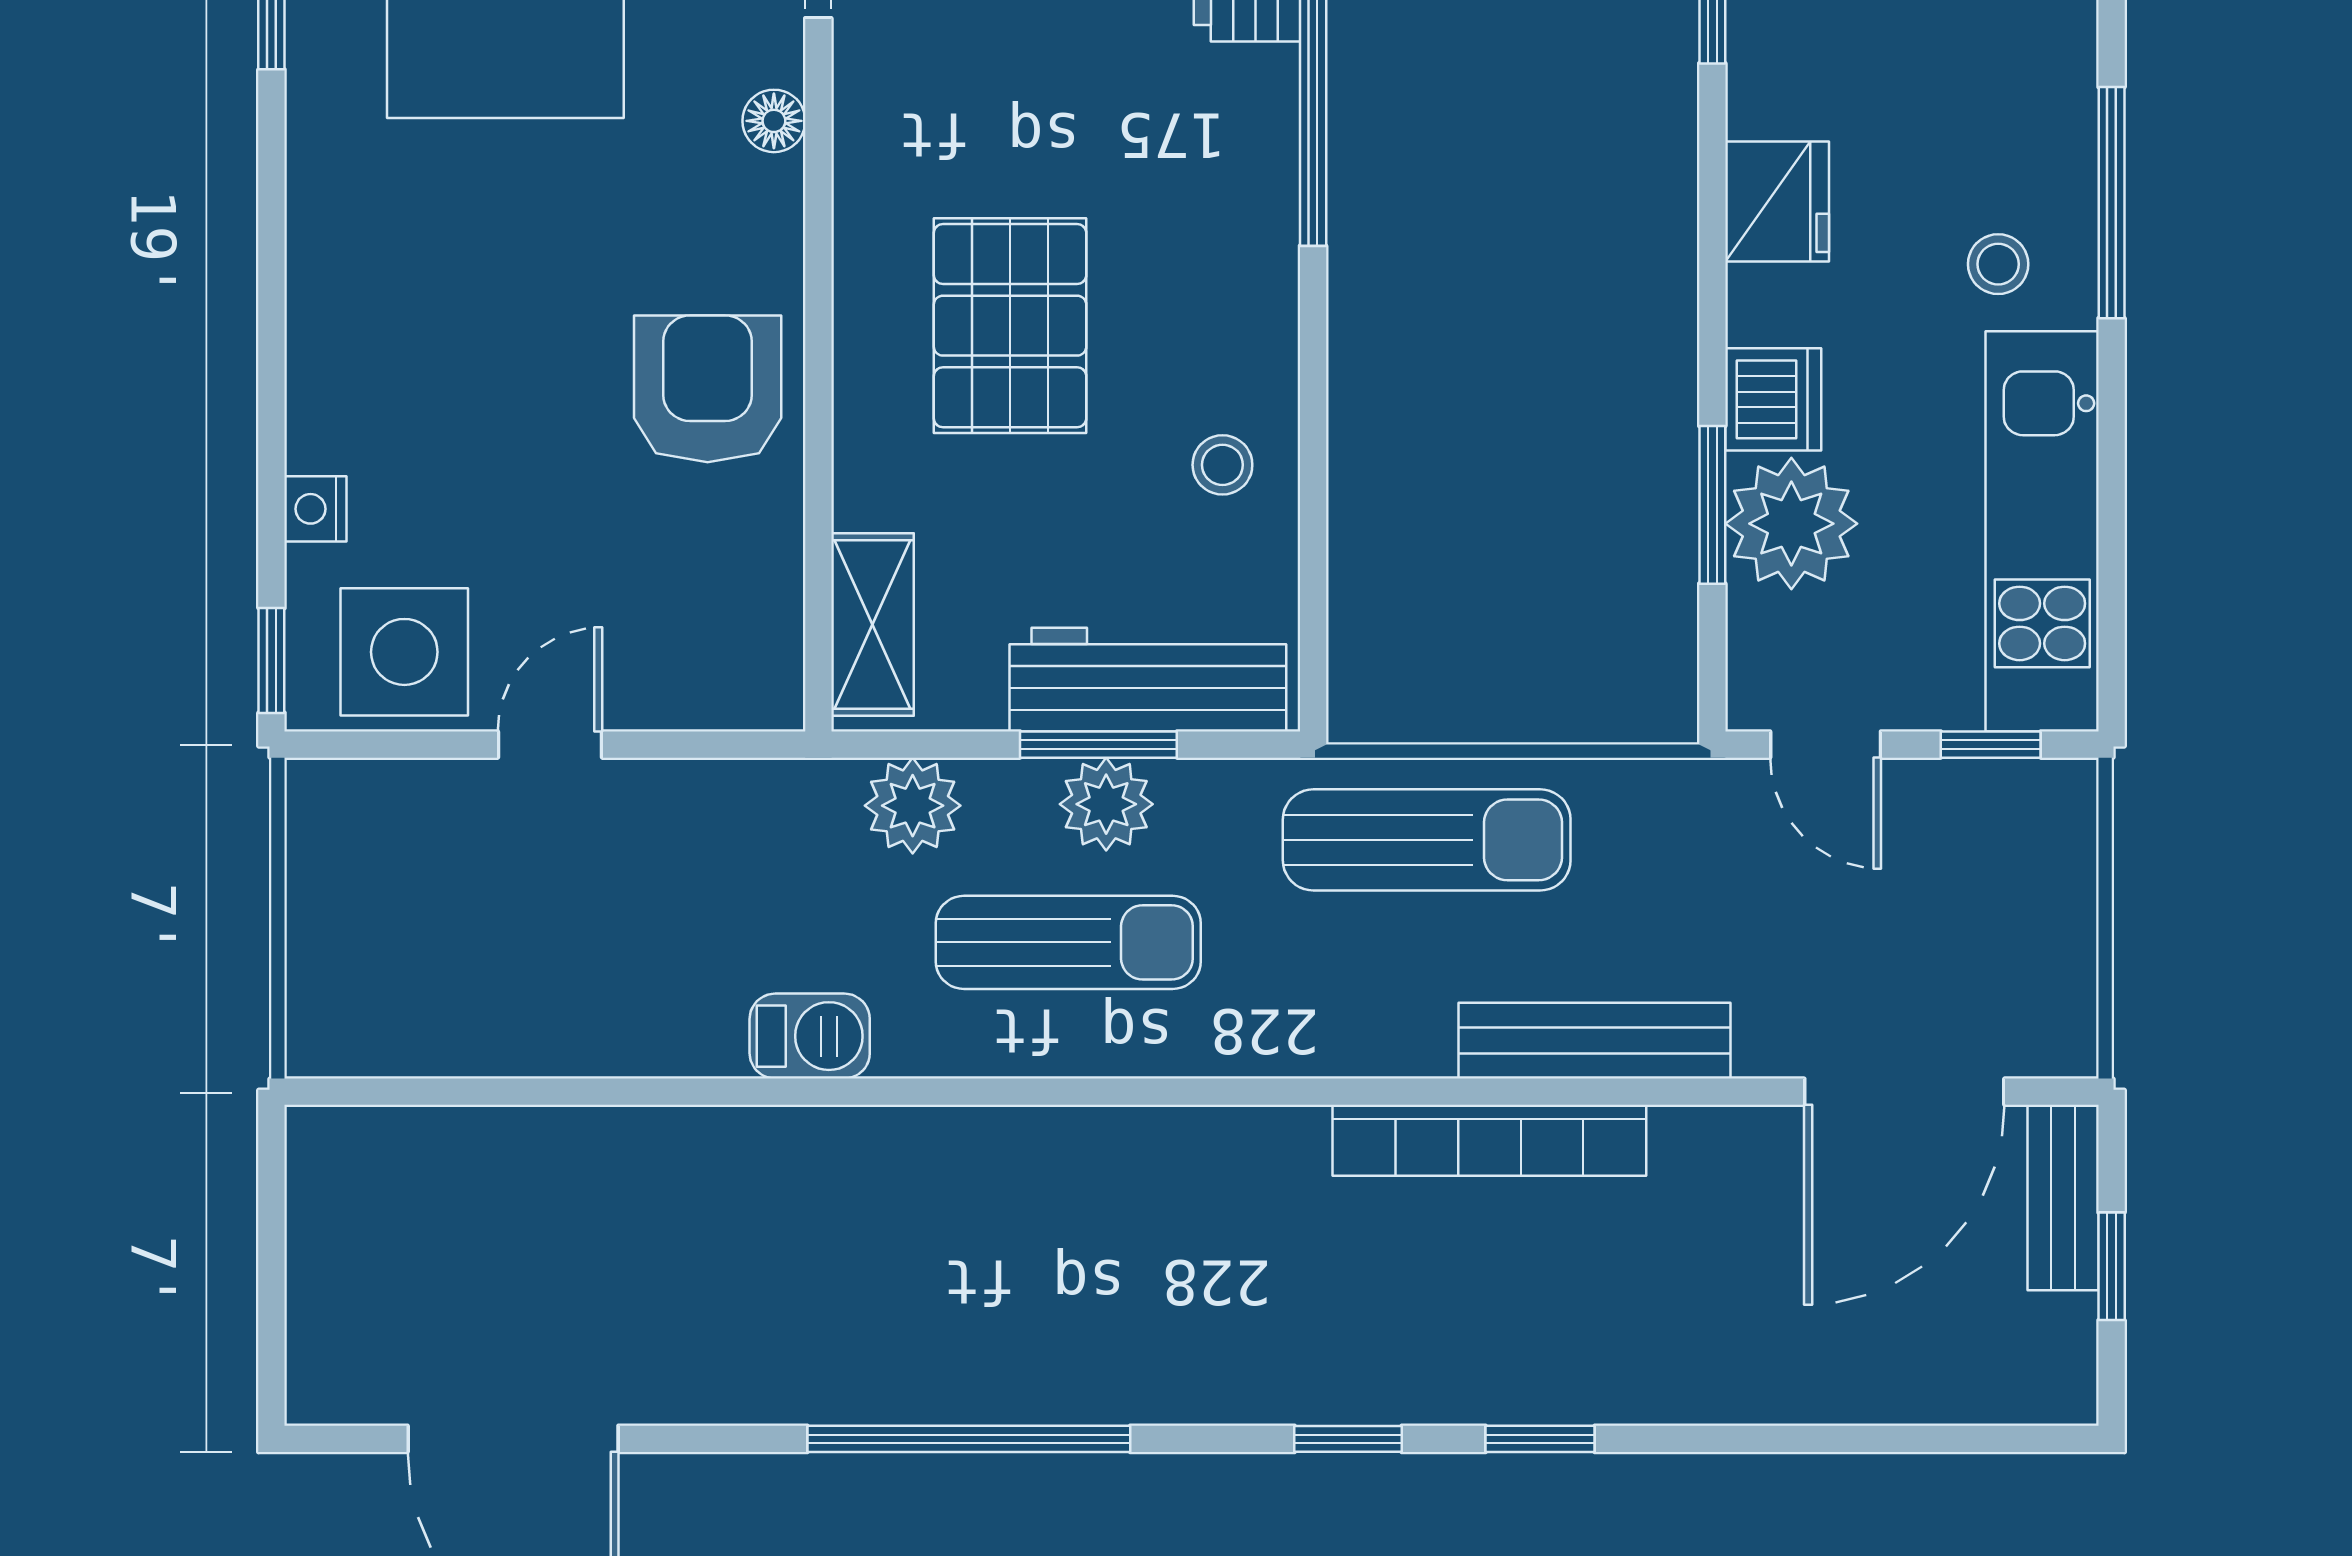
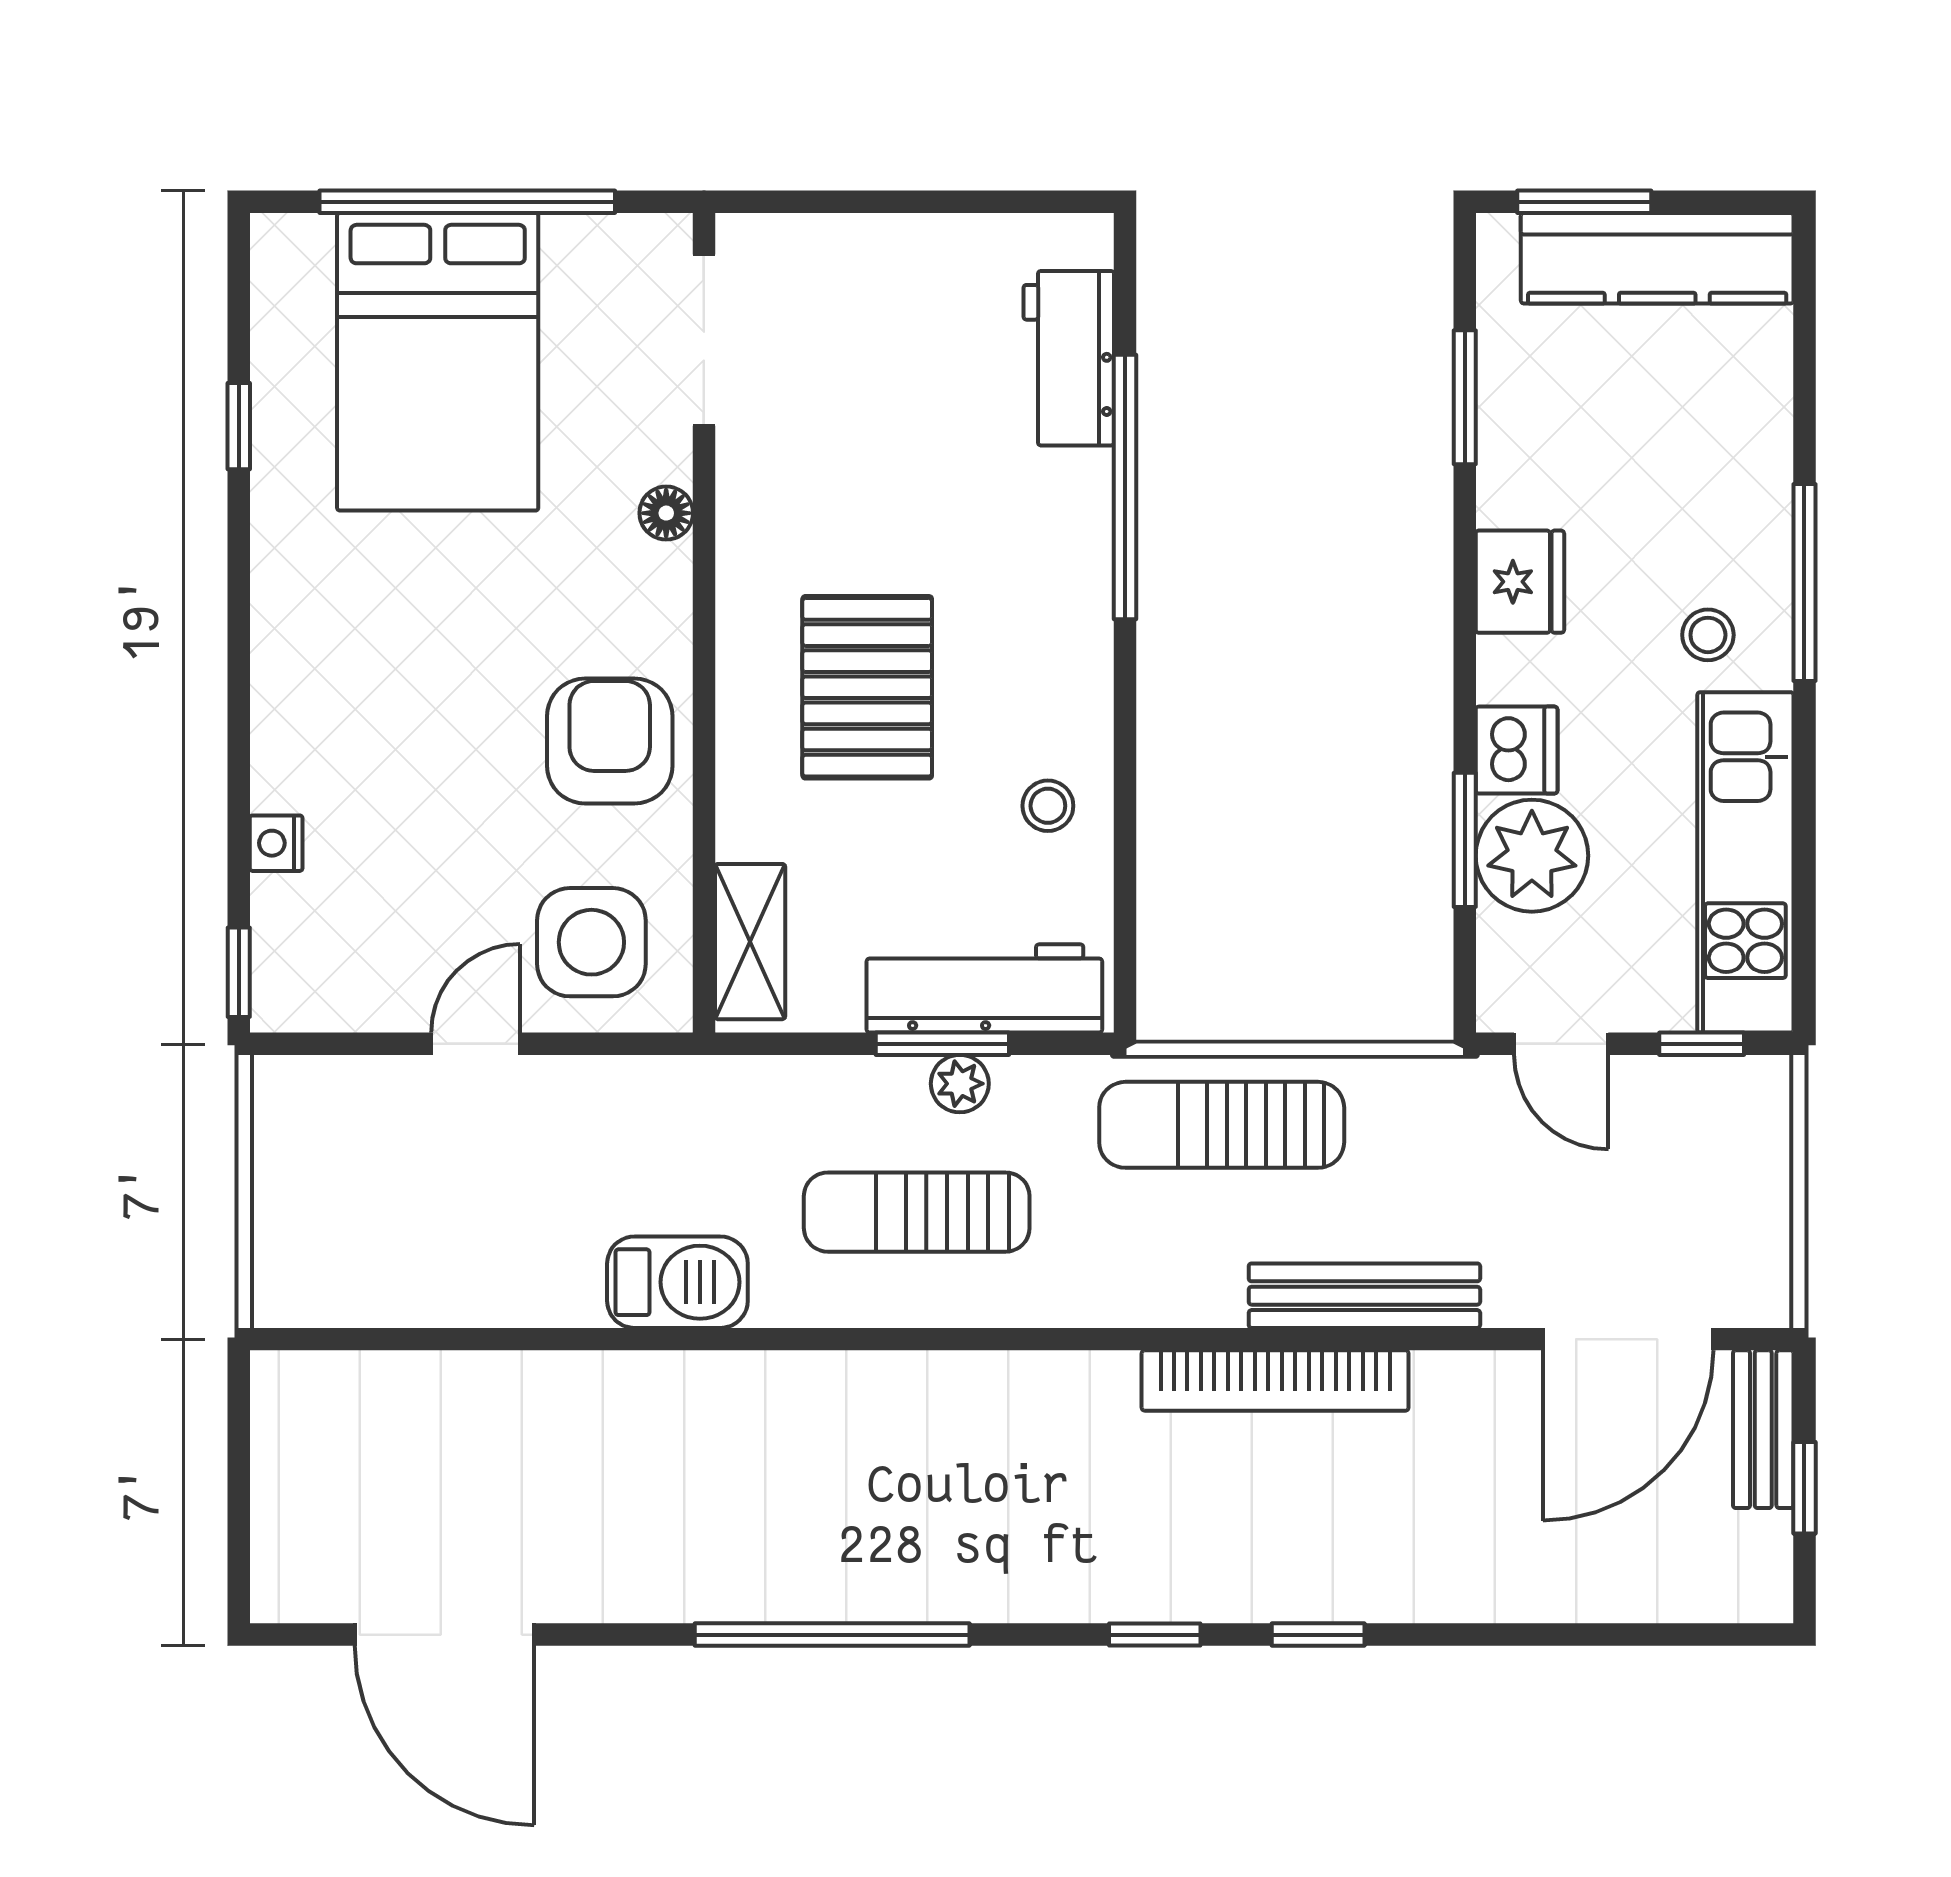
side table: (404, 652) -> (591, 942), moved
plant: (1106, 804) -> (960, 1084), width x0.73, depth x0.73
plant: (913, 806) -> (784, 1096), removed
sun lounger: (1427, 840) -> (1222, 1125), turned 180
sun lounger: (1068, 942) -> (917, 1212), turned 180
barbecue: (810, 1036) -> (677, 1282), width x1.38, depth x1.27

